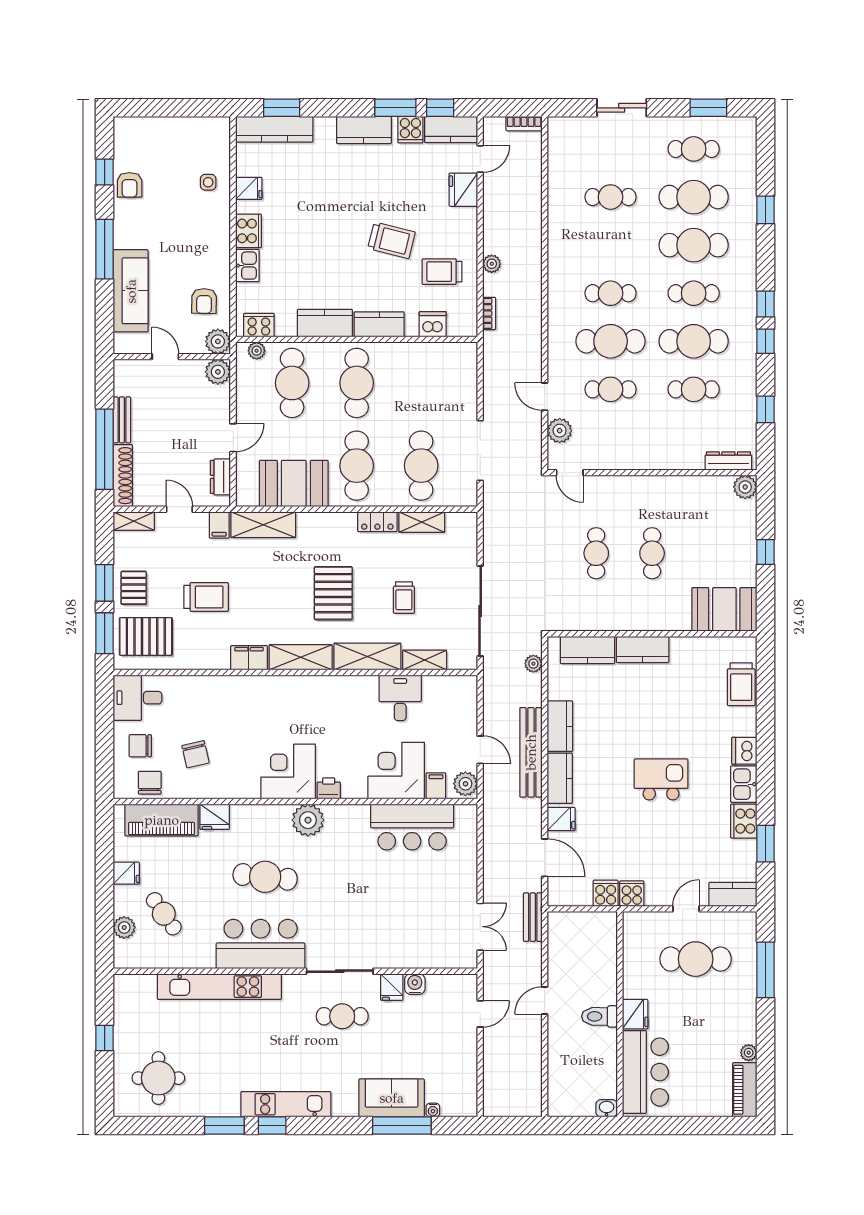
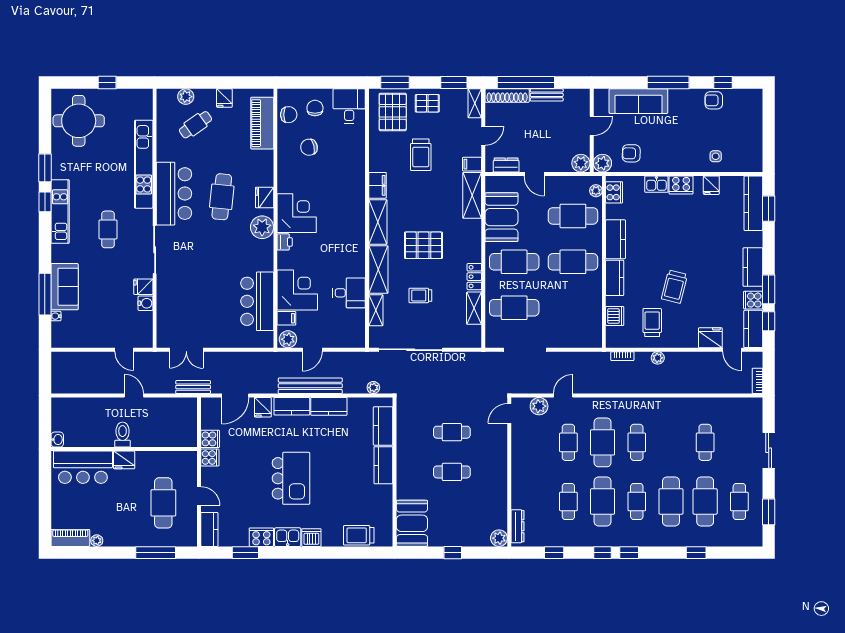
window: (105, 583) -> (454, 83), moved
kitchen island: (661, 779) -> (291, 478), width x1.37, depth x1.28
fridge: (215, 817) -> (265, 198), moved
cafe table: (342, 1016) -> (108, 229), moved
round table: (158, 1078) -> (79, 121), width x1.36, depth x1.36

